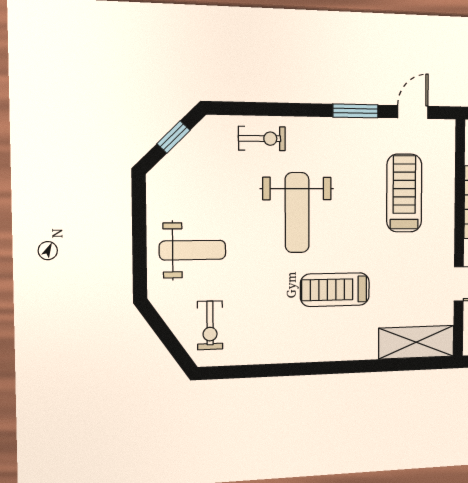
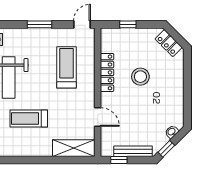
door: (413, 112) -> (82, 24), moved

